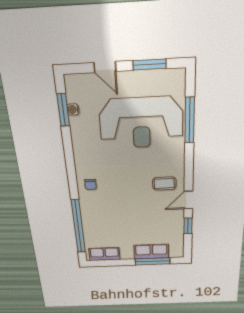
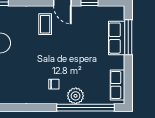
chair: (90, 184) -> (54, 84), moved
plant: (89, 217) -> (76, 96), added

